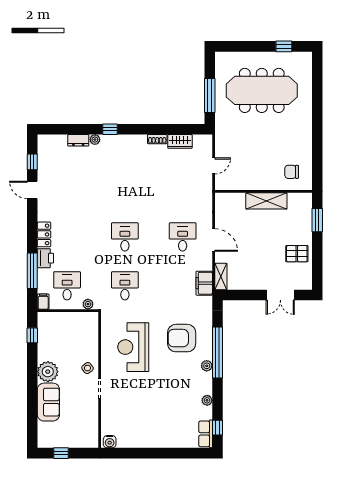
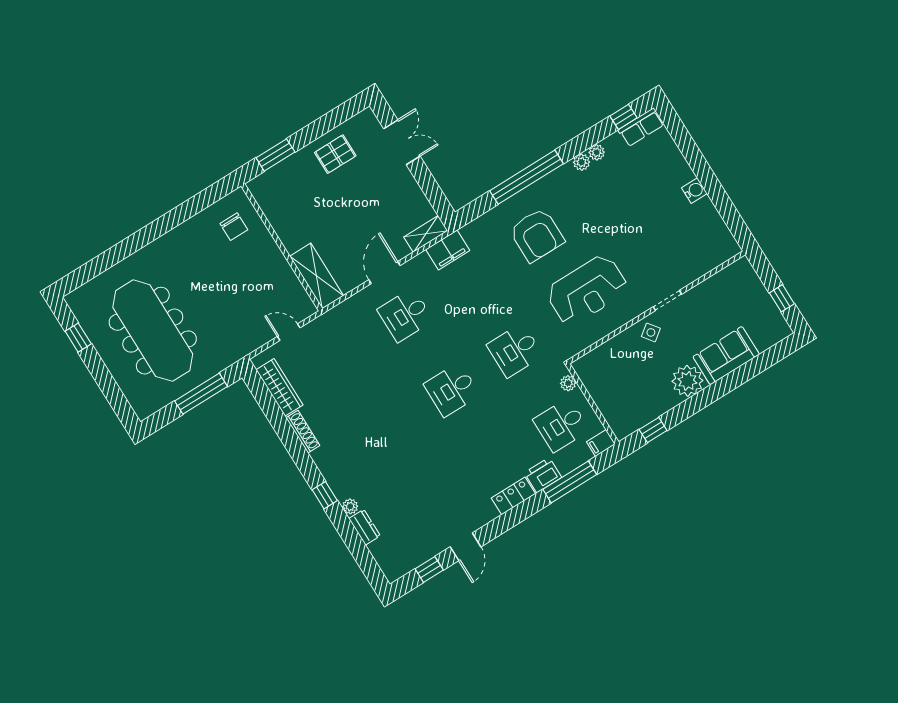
shoe rack: (157, 139) -> (303, 432), width x1.43
wardrobe: (180, 141) -> (279, 387), width x1.50
shelving: (266, 201) -> (317, 276), moved
pallet: (297, 254) -> (335, 154), turned 90
plant: (207, 366) -> (582, 162), moved
water cooler: (110, 442) -> (694, 191), moved

